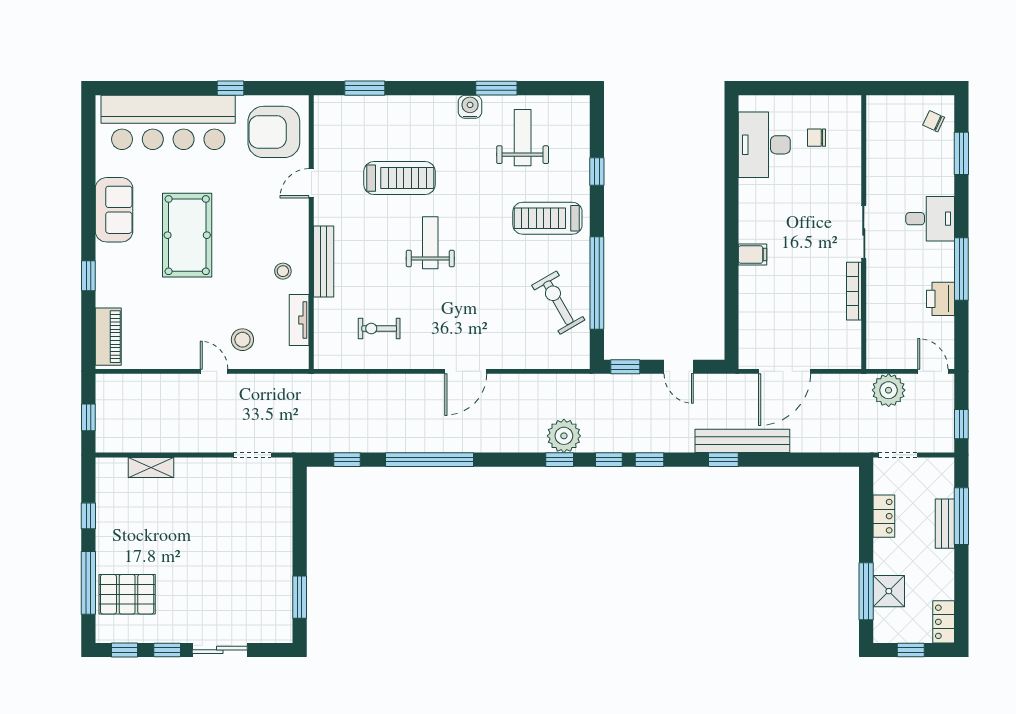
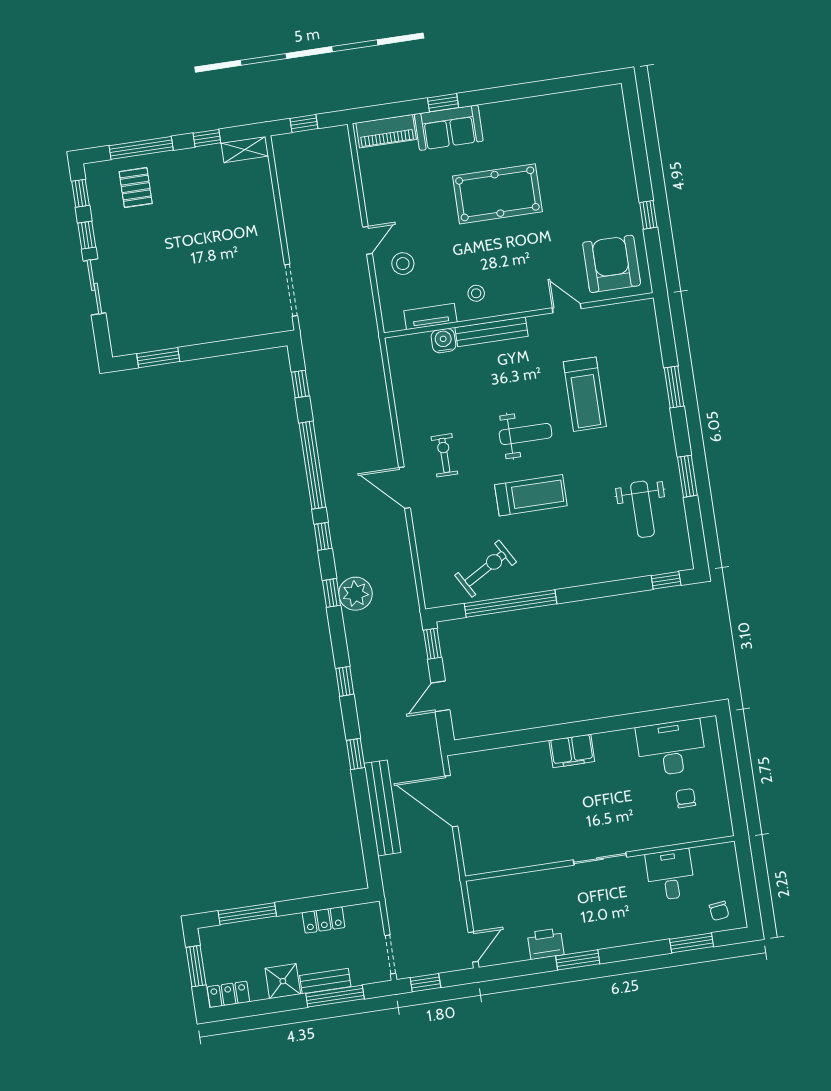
window: (365, 88) -> (674, 387), moved
water cooler: (470, 107) -> (443, 341), moved, turned -90
chair: (934, 121) -> (719, 911), turned 148
bar counter: (168, 122) -> (606, 159), removed
weight bench: (523, 138) -> (643, 509), turned 90
window: (597, 172) -> (666, 580), moved
sofa: (114, 210) -> (449, 128), moved
treadmill: (547, 218) -> (531, 495), moved, turned 90
desk: (930, 219) -> (670, 875), moved, turned 180
filing cabinet: (753, 255) -> (572, 751), width x2.00
window: (961, 269) -> (578, 960), width x0.69
bookcase: (854, 291) -> (540, 858), removed
exercise bike: (379, 329) -> (444, 455), moved
plant: (889, 390) -> (448, 906), removed
bench: (742, 441) -> (382, 808), moved
doorway: (252, 455) -> (291, 290), width x1.38
doorway: (898, 455) -> (390, 954), moved
window: (609, 460) -> (323, 536), moved
shelving: (151, 467) -> (245, 150), moved, turned 90
shower: (889, 591) -> (283, 981), moved
pallet: (127, 594) -> (136, 188), width x0.67, depth x0.71
window: (911, 650) -> (196, 966), width x1.50

